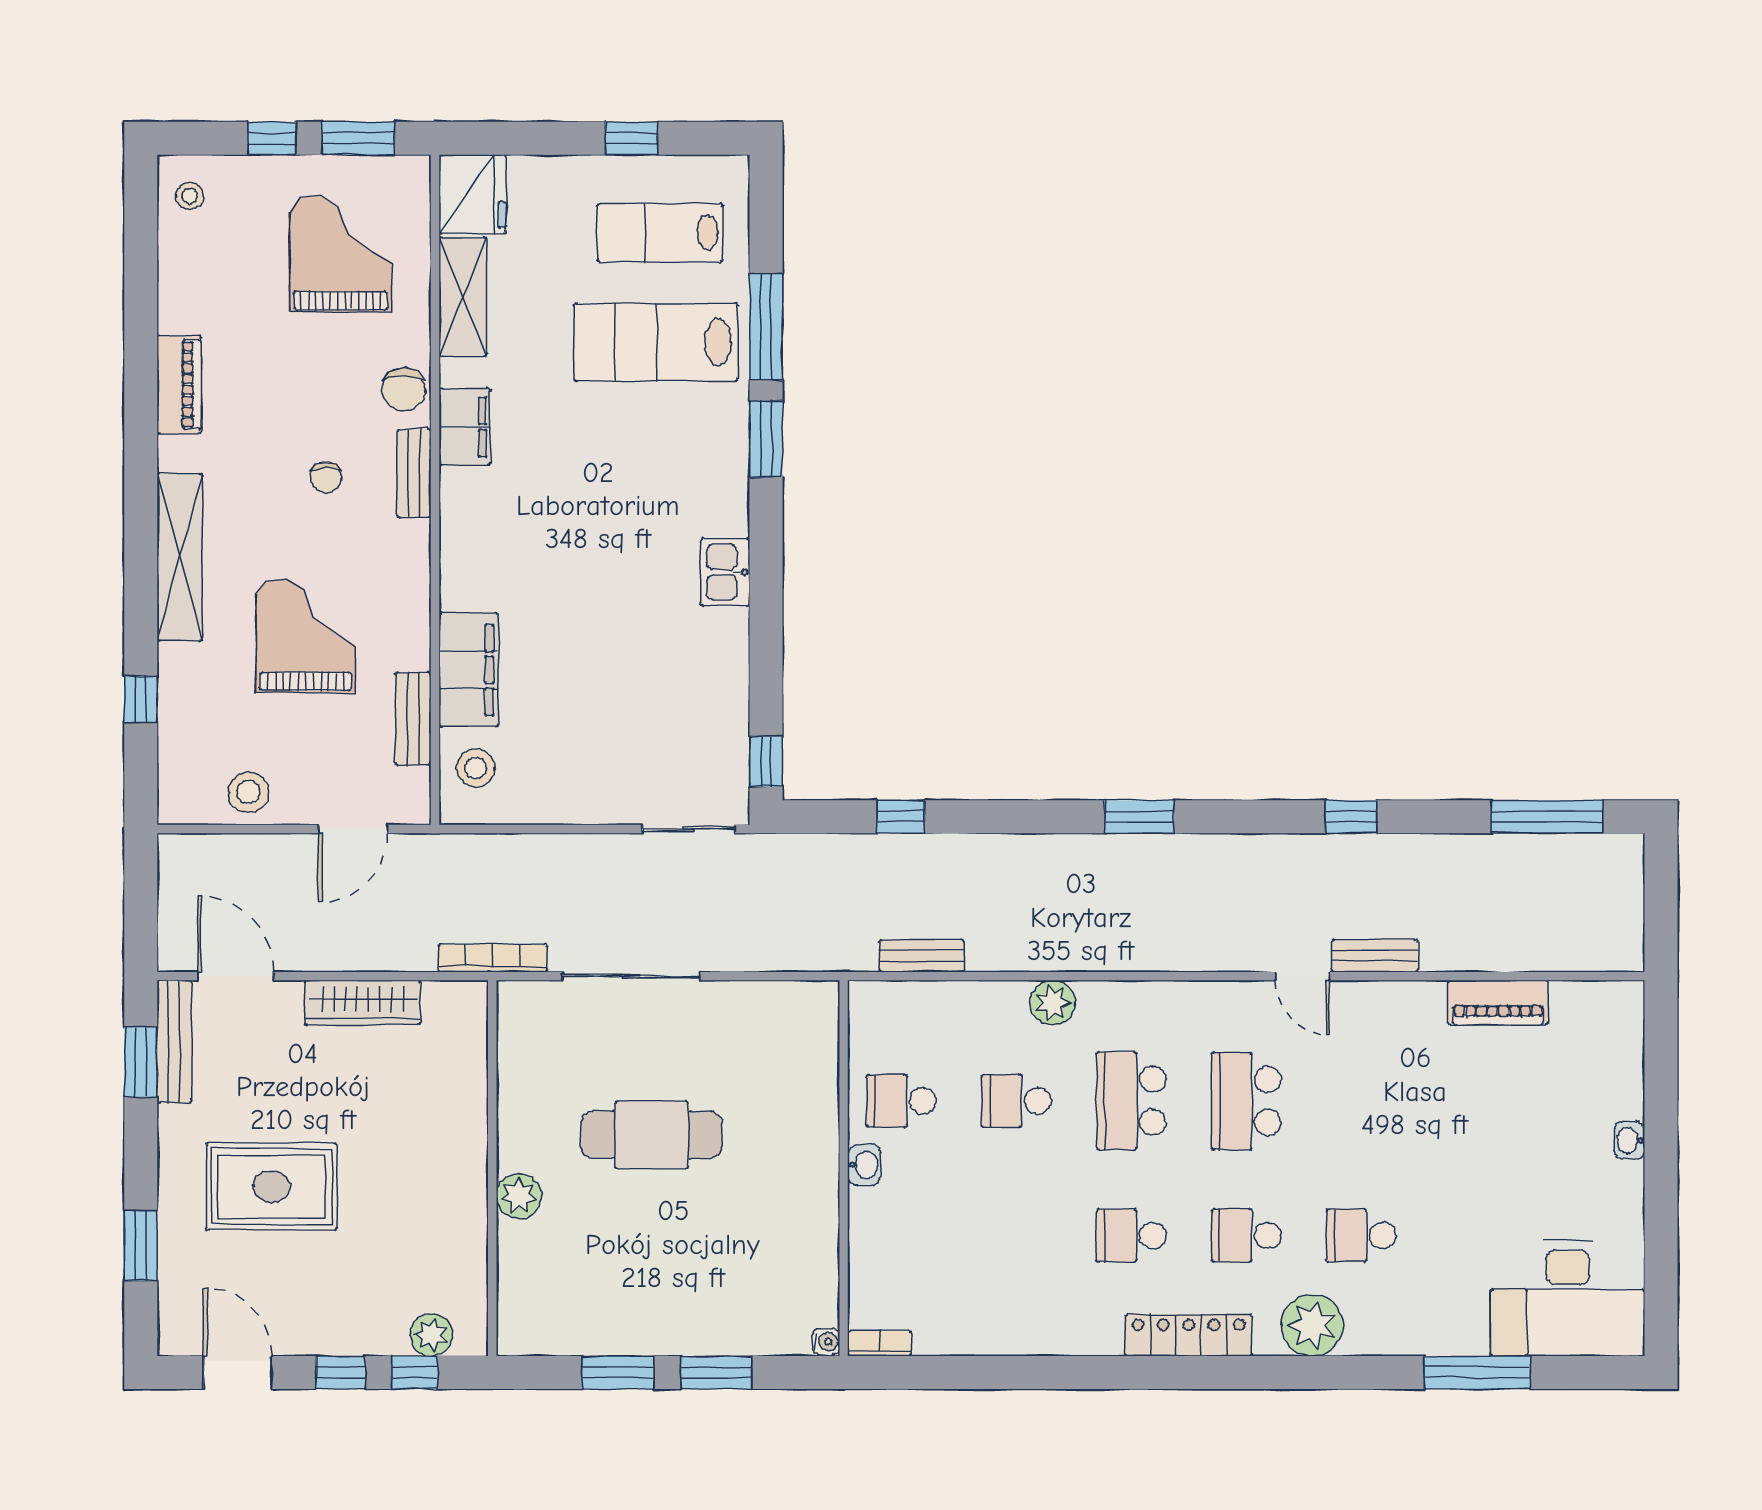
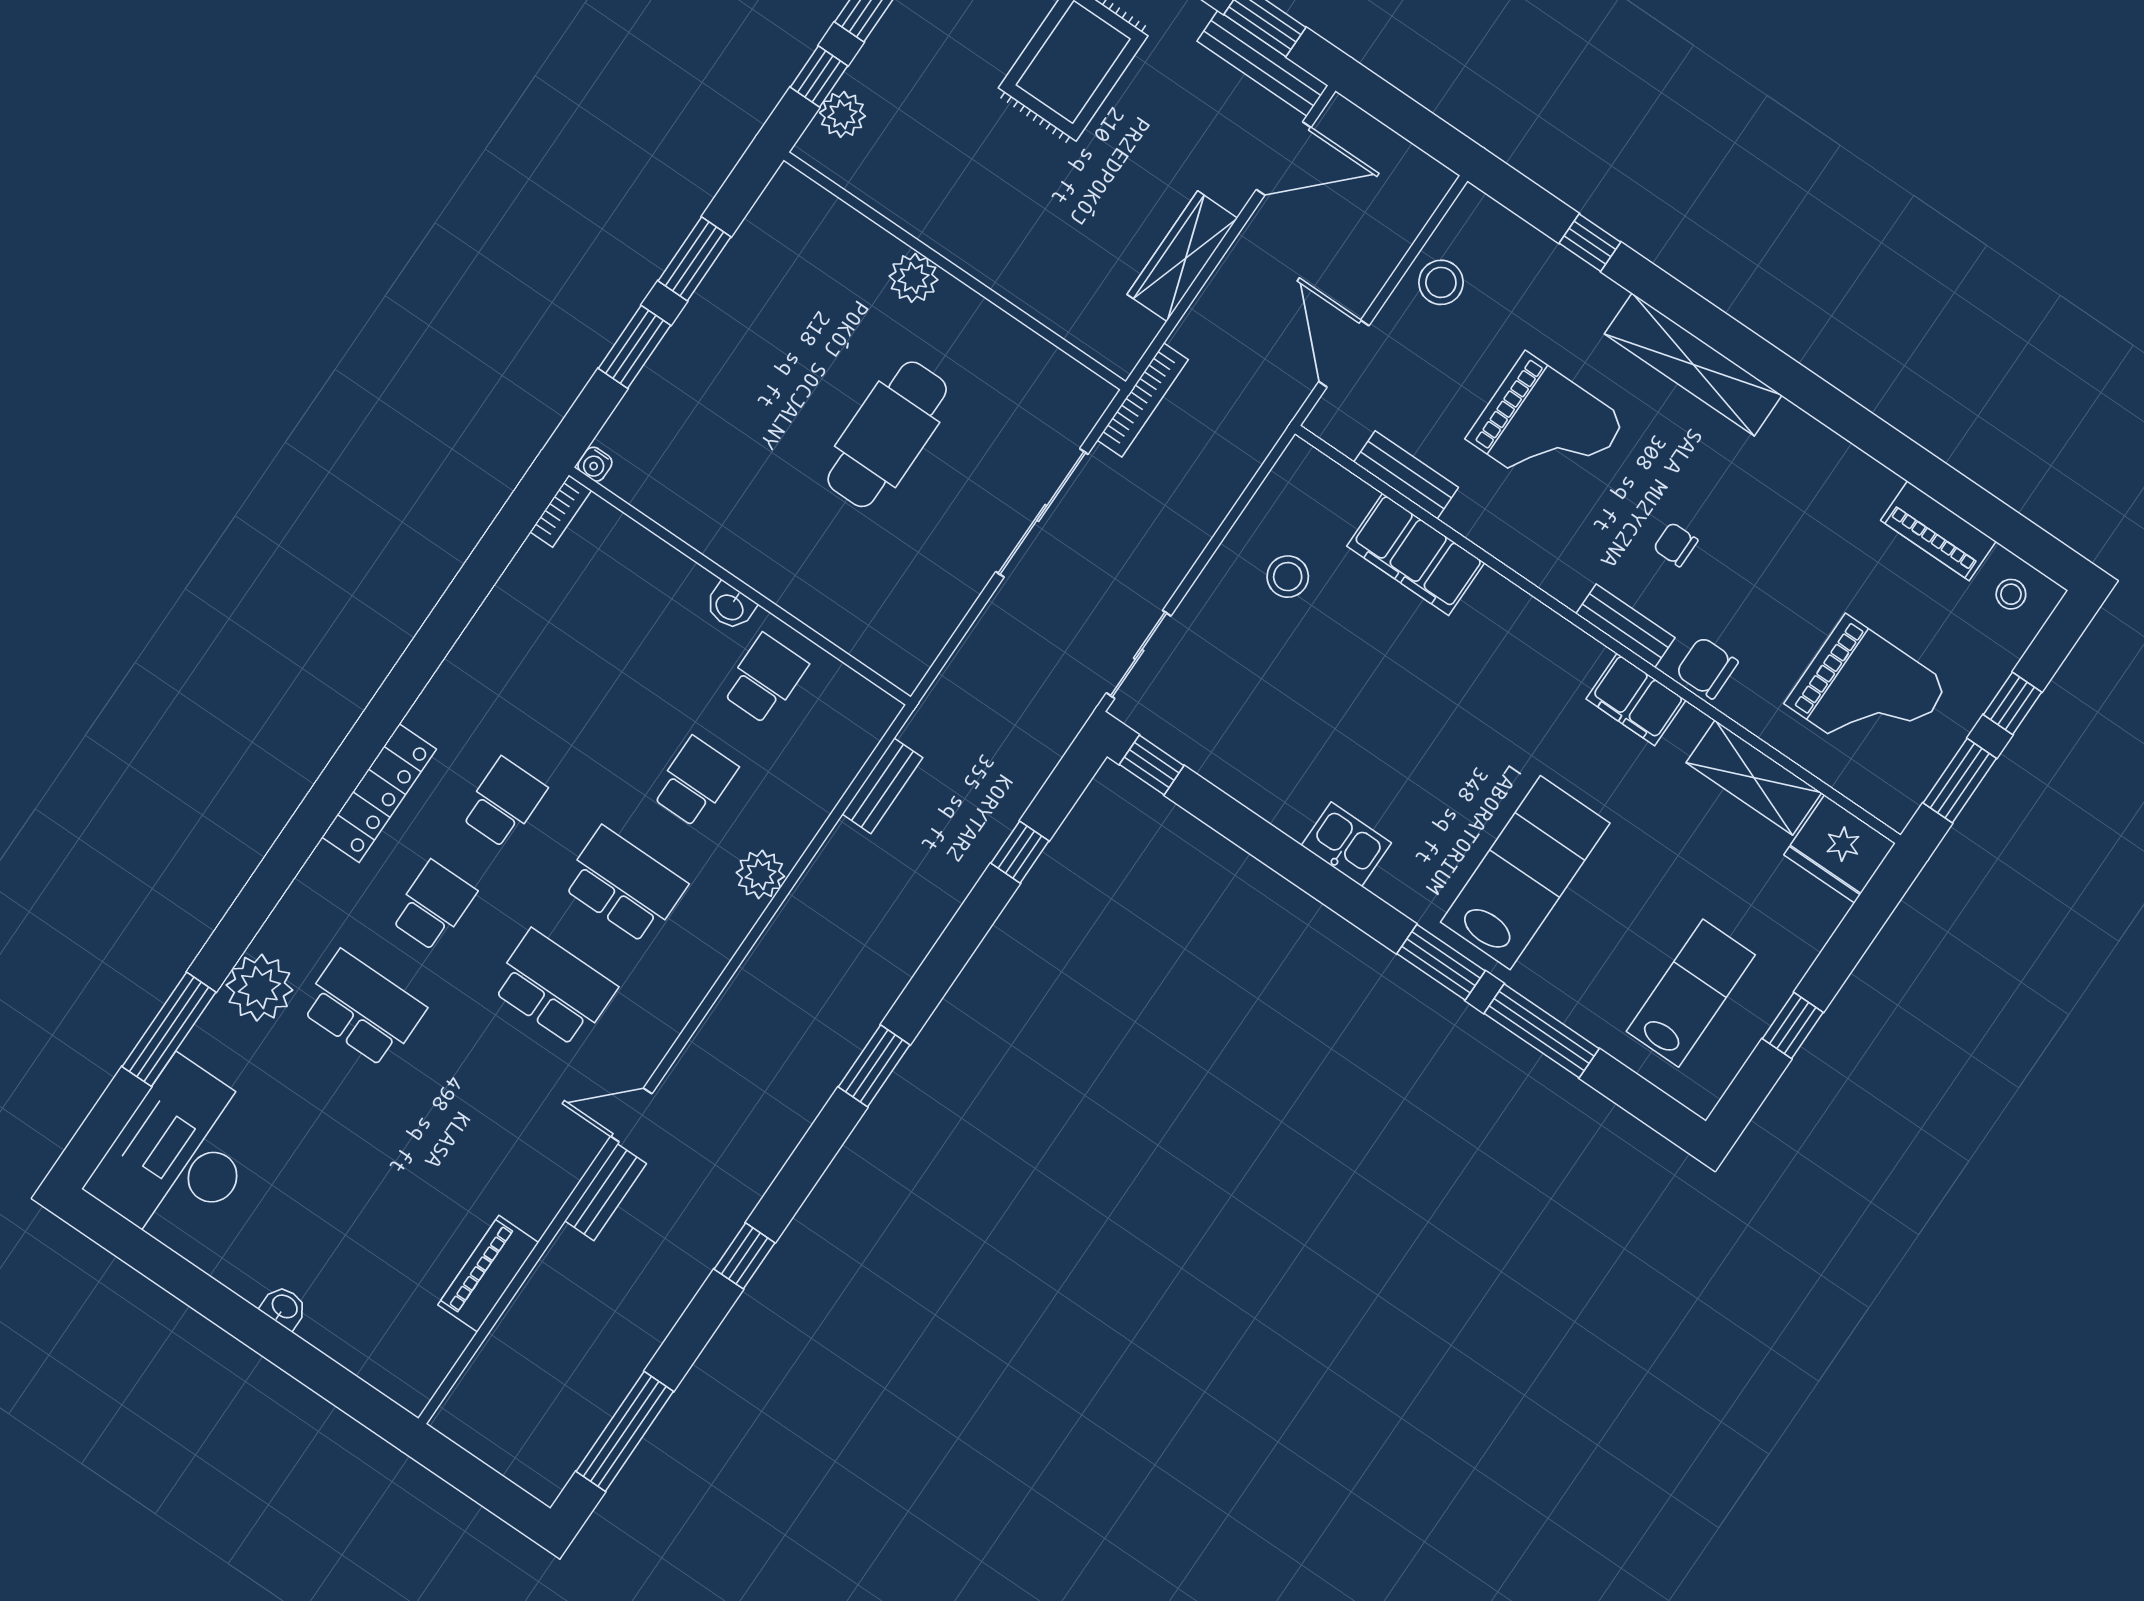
lab bench: (656, 342) -> (1525, 873), moved
piano: (179, 385) -> (1938, 531), moved
stool: (476, 768) -> (1288, 577), moved
school desk: (1361, 1236) -> (363, 1009), width x1.85
plant: (1312, 1325) -> (259, 988), moved

